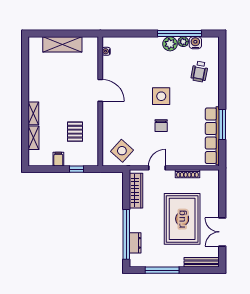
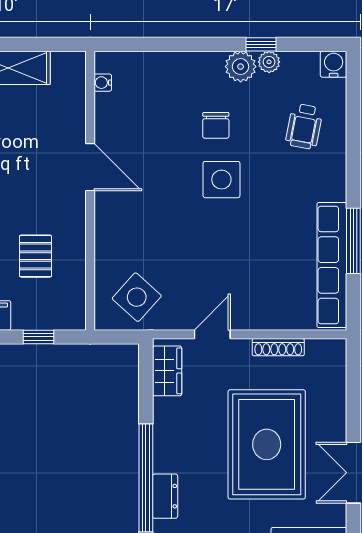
window: (179, 34) -> (261, 44), width x0.32
water cooler: (195, 43) -> (334, 64), moved
chair: (161, 126) -> (216, 125), moved
wardrobe: (136, 191) -> (167, 371), width x0.67

